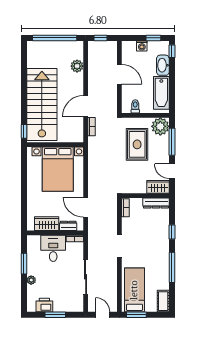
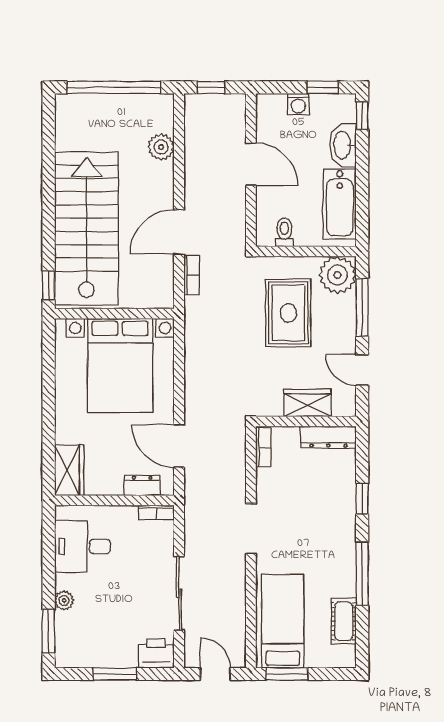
wardrobe: (158, 187) -> (307, 403), moved
wardrobe: (47, 224) -> (69, 470), moved, turned 90
desk: (53, 248) -> (83, 546), moved, turned -90
window: (24, 264) -> (49, 631), moved
cot: (163, 301) -> (344, 621), moved
printer: (44, 305) -> (156, 653), moved

